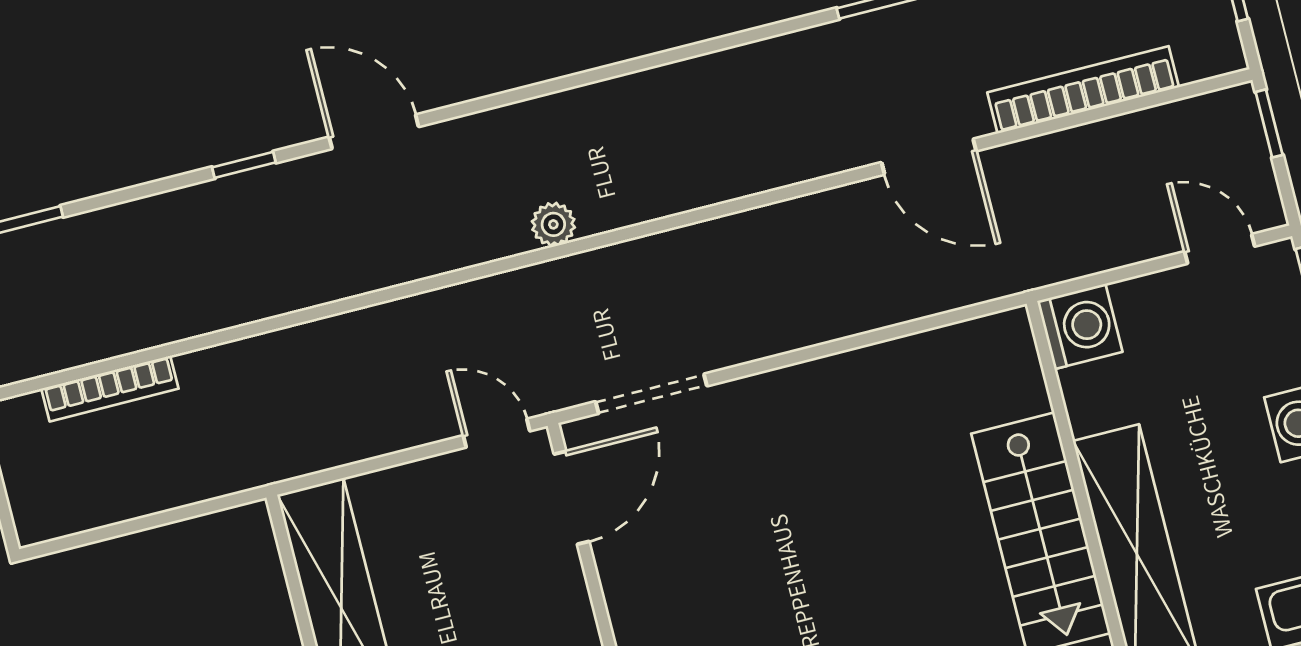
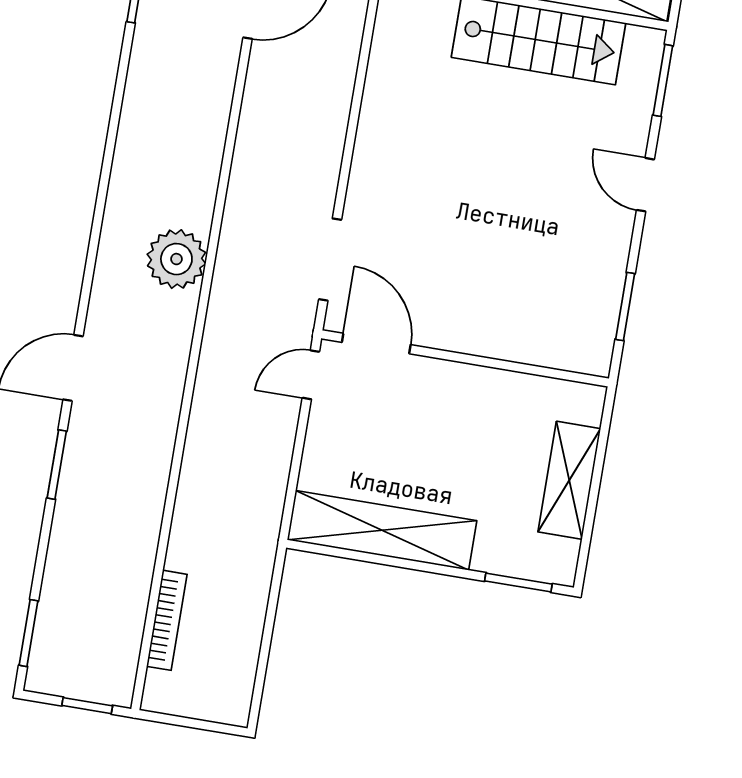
window: (244, 165) -> (57, 465), width x1.50
plant: (553, 224) -> (176, 259), width x1.87, depth x1.87

